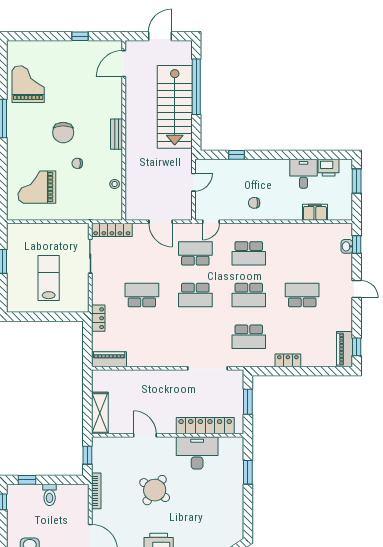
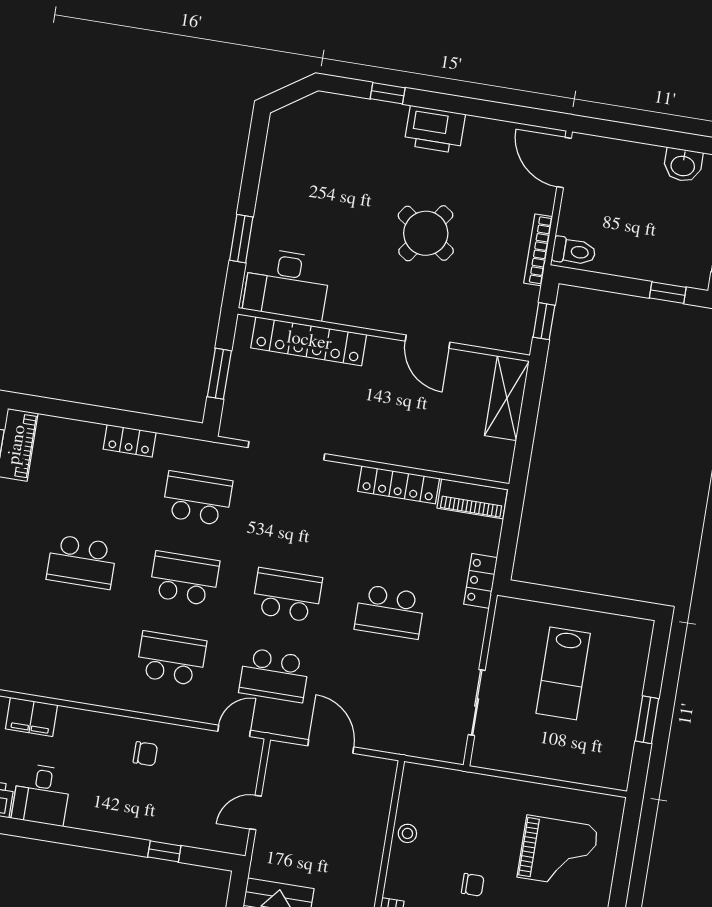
locker: (112, 230) -> (399, 485), moved, turned 180
desk: (197, 453) -> (287, 284), moved
toilet: (50, 495) -> (574, 251), moved, turned 90

